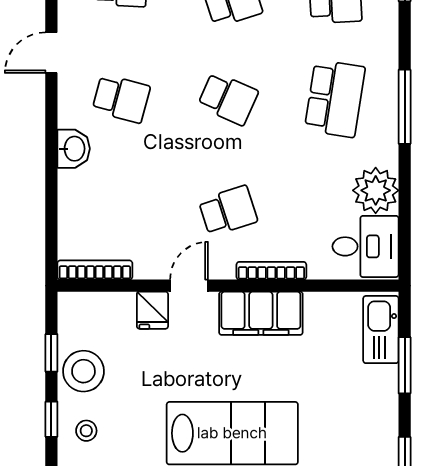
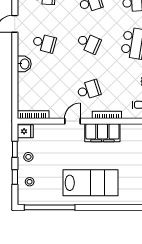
fridge: (152, 310) -> (25, 131), moved, turned -90
stool: (83, 371) -> (28, 157), width x0.53, depth x0.53

